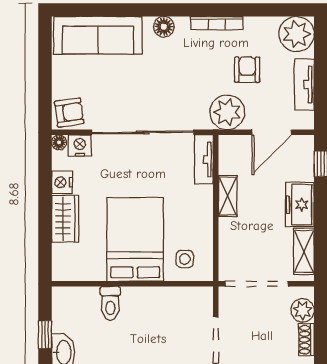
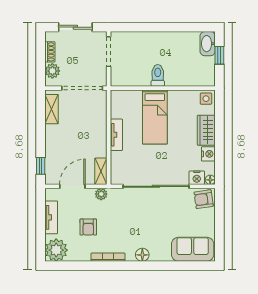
sofa: (98, 35) -> (193, 249), width x0.73
plant: (227, 112) -> (101, 194), width x0.53, depth x0.53
tv unit: (204, 159) -> (116, 135), moved
shelving: (228, 196) -> (101, 171), moved
freezer: (300, 205) -> (54, 139), removed
bed: (135, 239) -> (155, 117), width x0.67
side table: (185, 259) -> (206, 99), moved
toilet: (110, 303) -> (158, 75), moved

